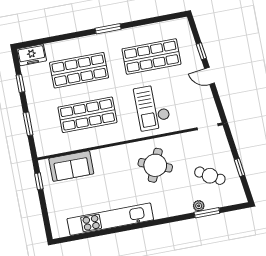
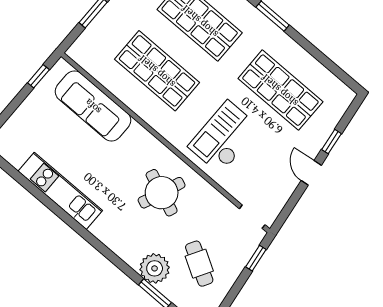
sofa: (71, 166) -> (93, 106), width x1.36
window: (240, 167) -> (256, 258), moved
plant: (199, 206) -> (155, 268), width x1.88, depth x1.88
kitchen unit: (110, 219) -> (60, 191), width x0.73

